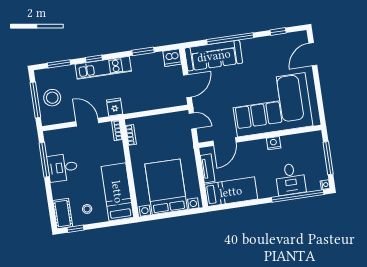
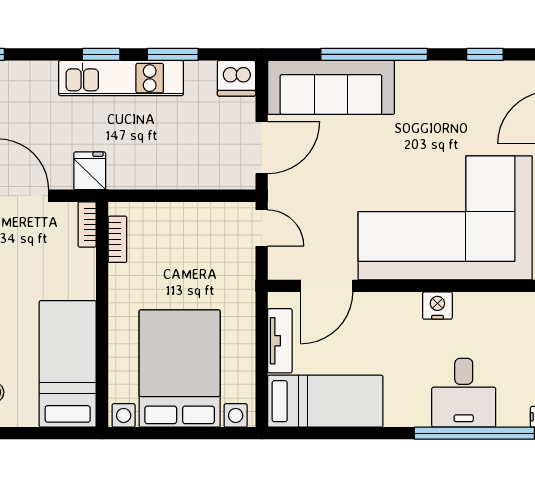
window: (94, 59) -> (101, 54), moved
kitchen unit: (103, 68) -> (121, 78), moved

